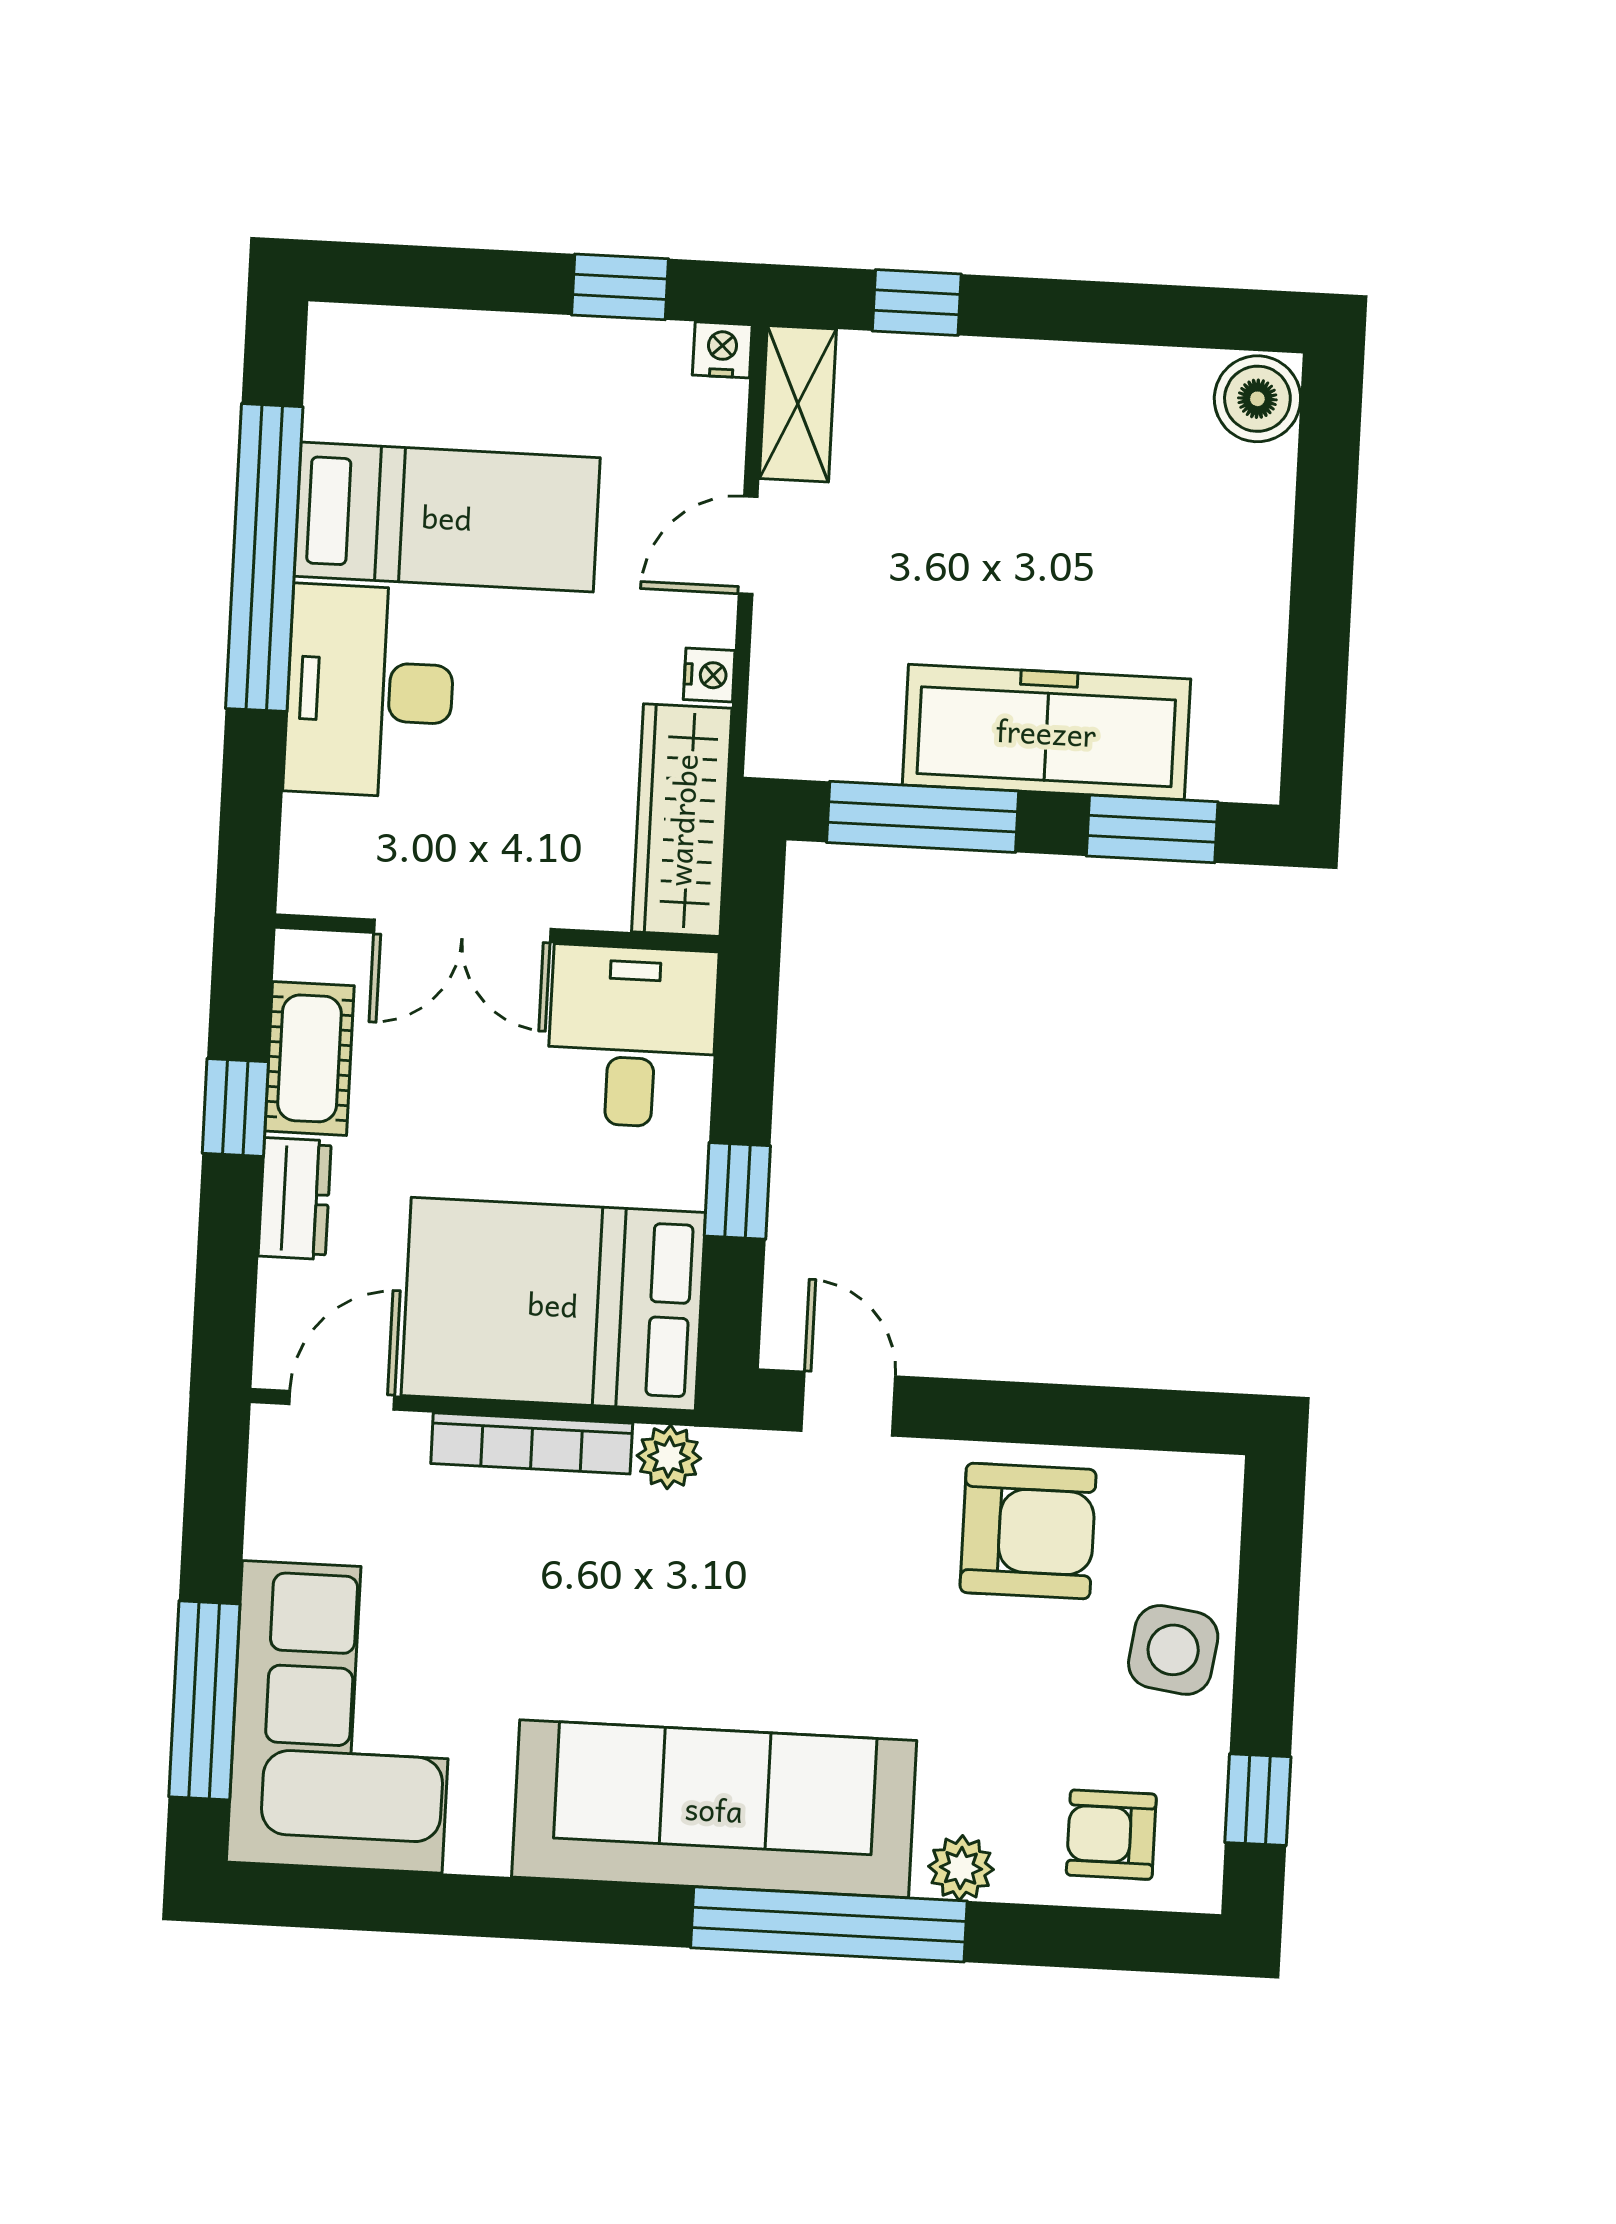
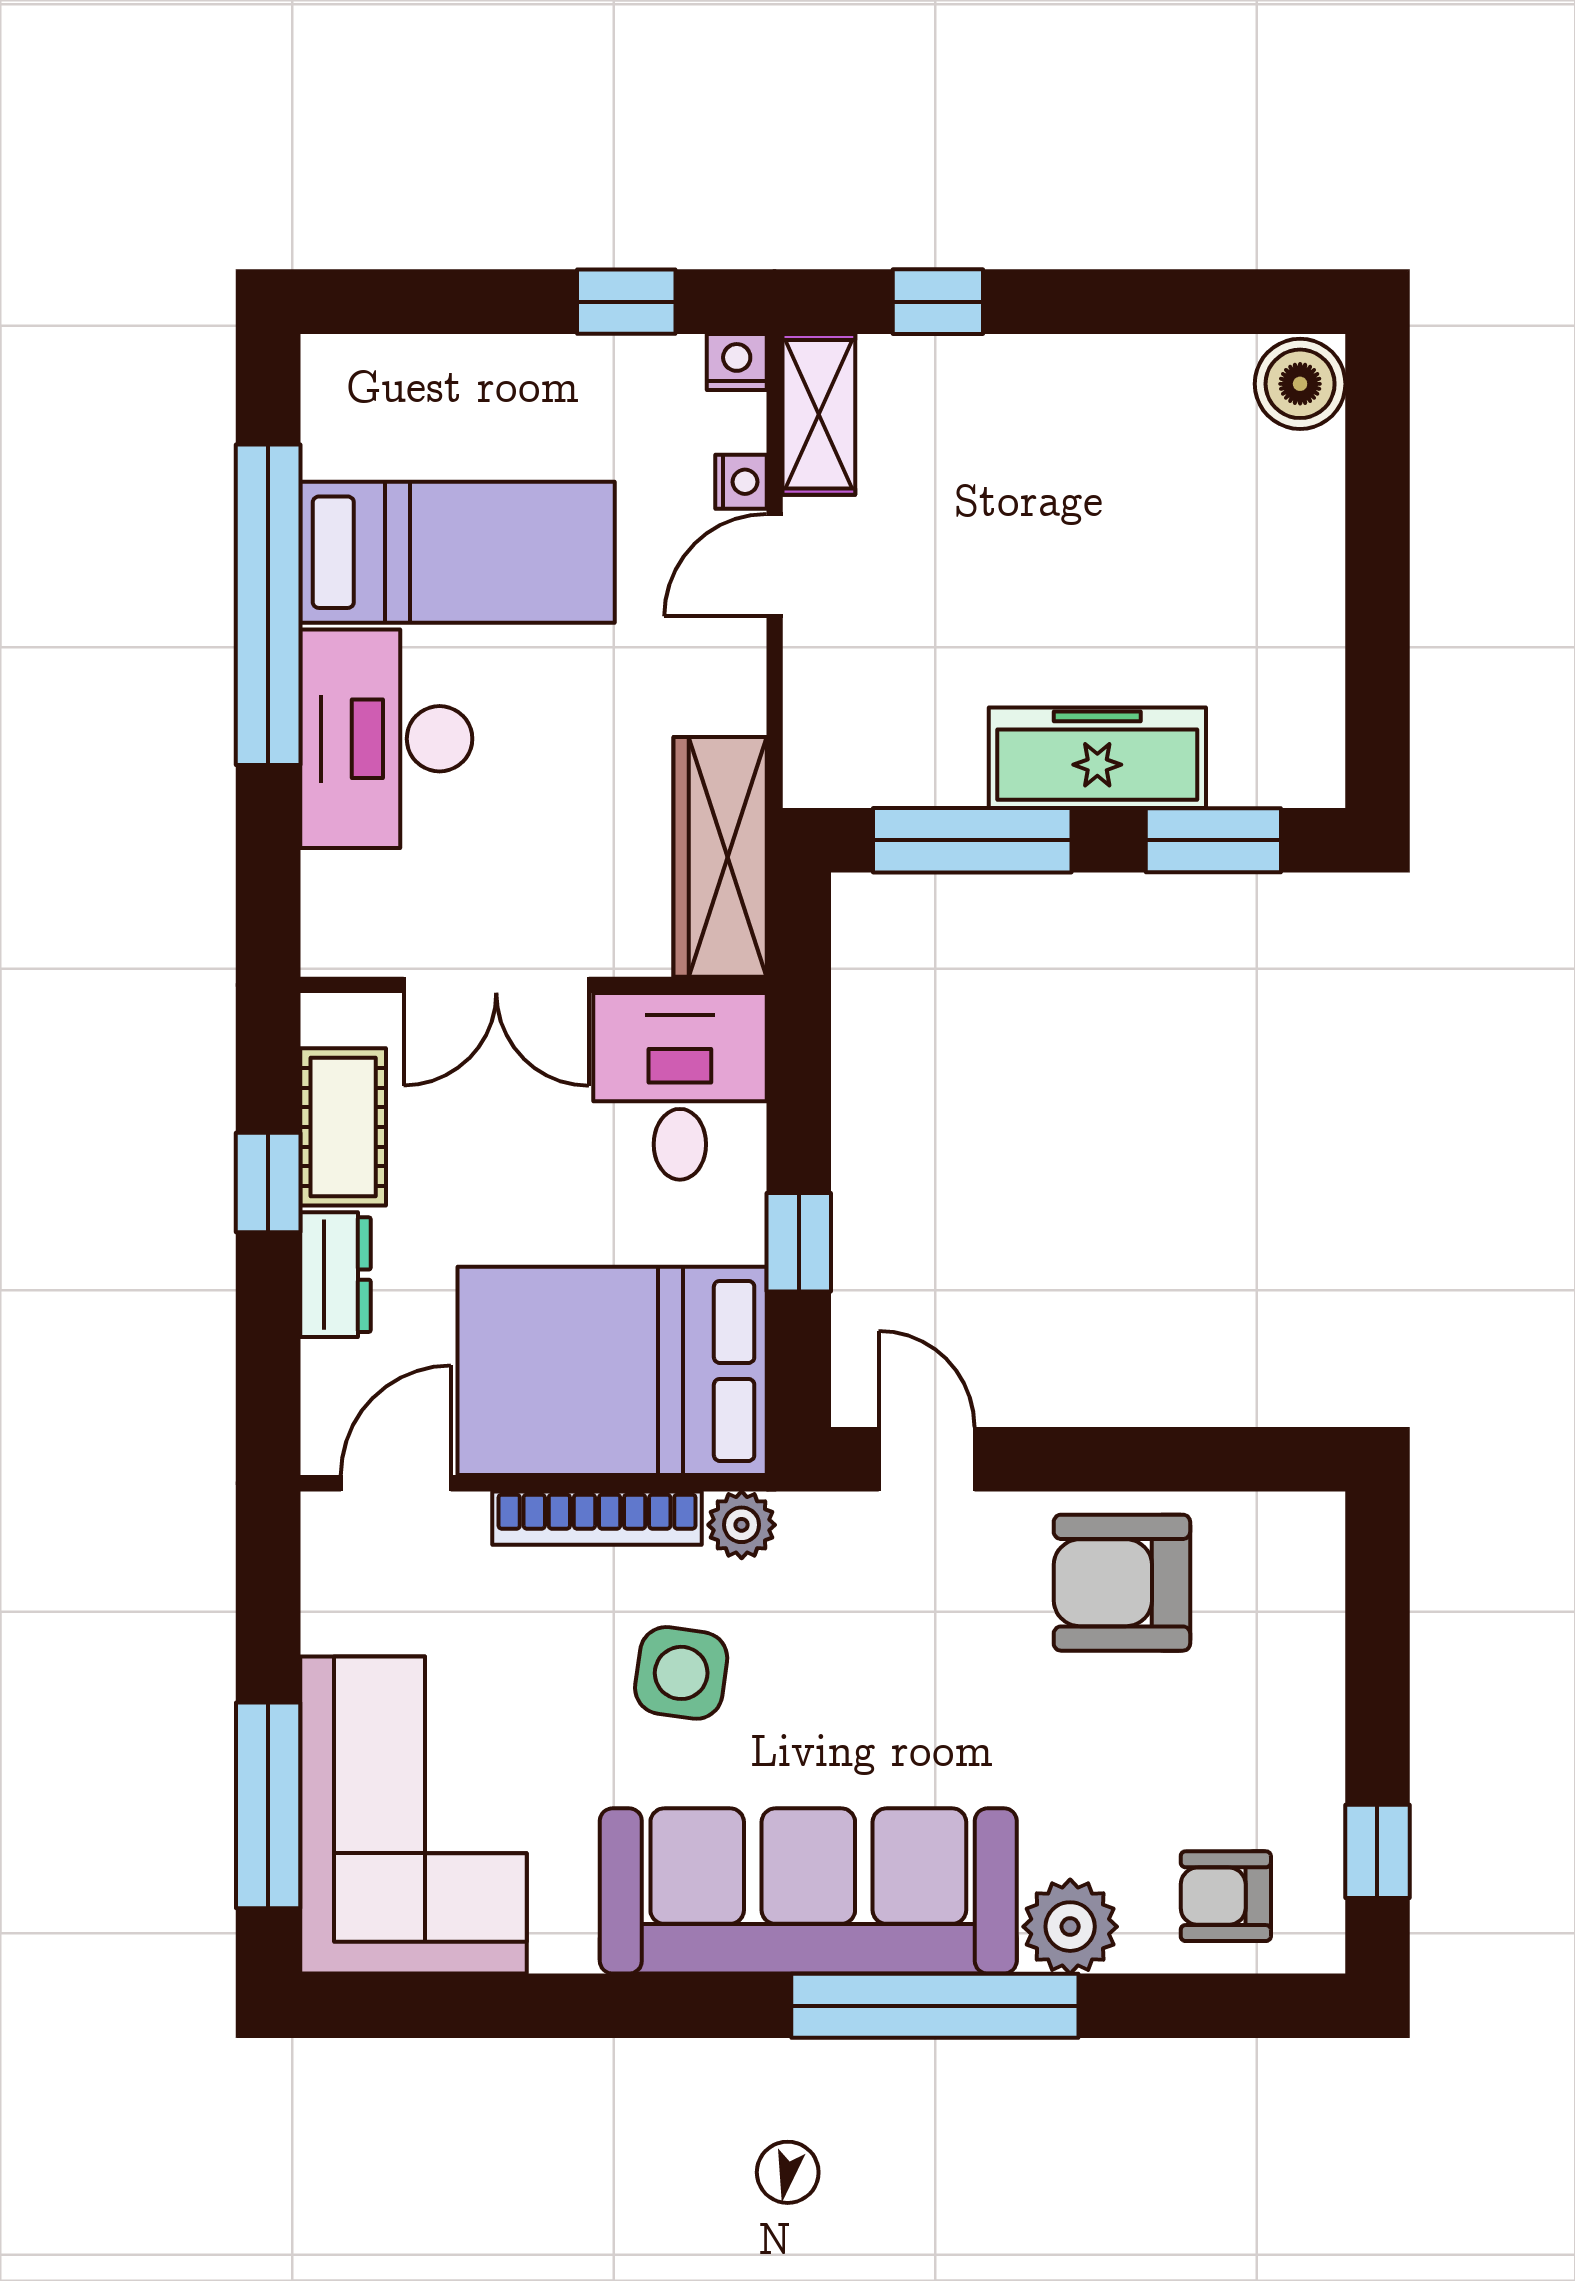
nightstand: (709, 675) -> (741, 482), moved
freezer: (1046, 732) -> (1097, 758), width x0.73, depth x0.79
armchair: (1028, 1531) -> (1122, 1583), turned 180
side table: (1173, 1650) -> (681, 1673), moved
plant: (961, 1868) -> (1070, 1927), width x1.38, depth x1.38

